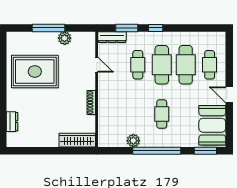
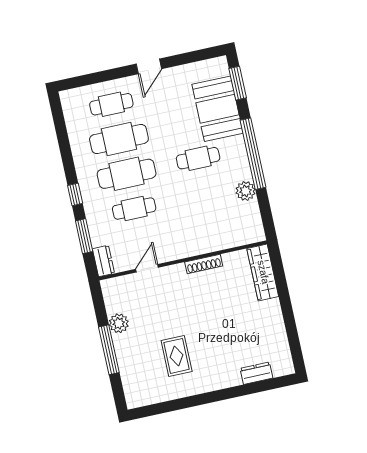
dresser: (112, 37) -> (103, 261), width x0.70
rug: (35, 71) -> (177, 356), width x0.54, depth x0.49
booth: (212, 125) -> (218, 109), moved, turned 90

